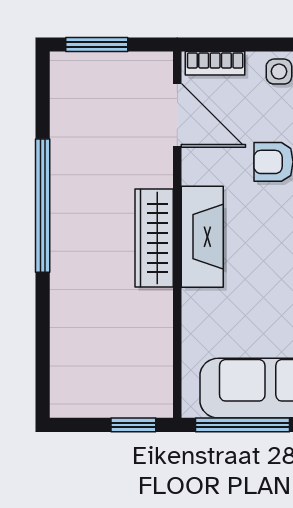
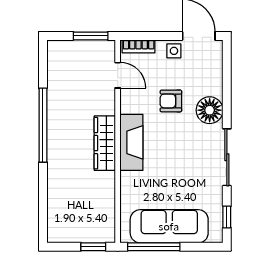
window: (97, 45) -> (91, 36), moved
door: (177, 115) -> (118, 75), width x0.73

